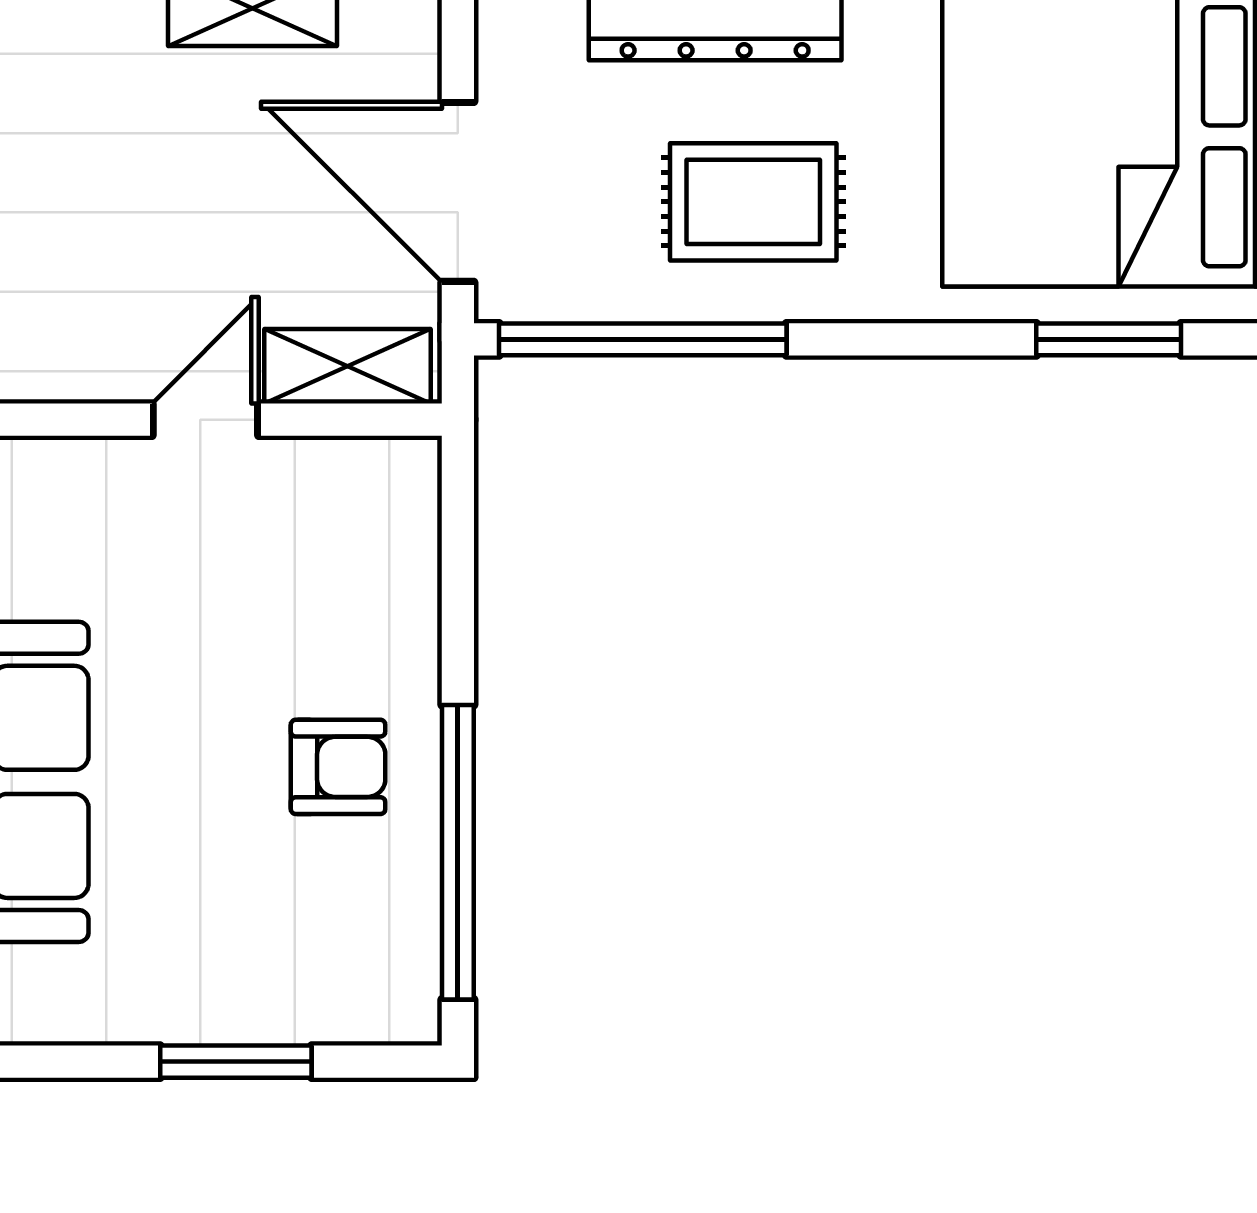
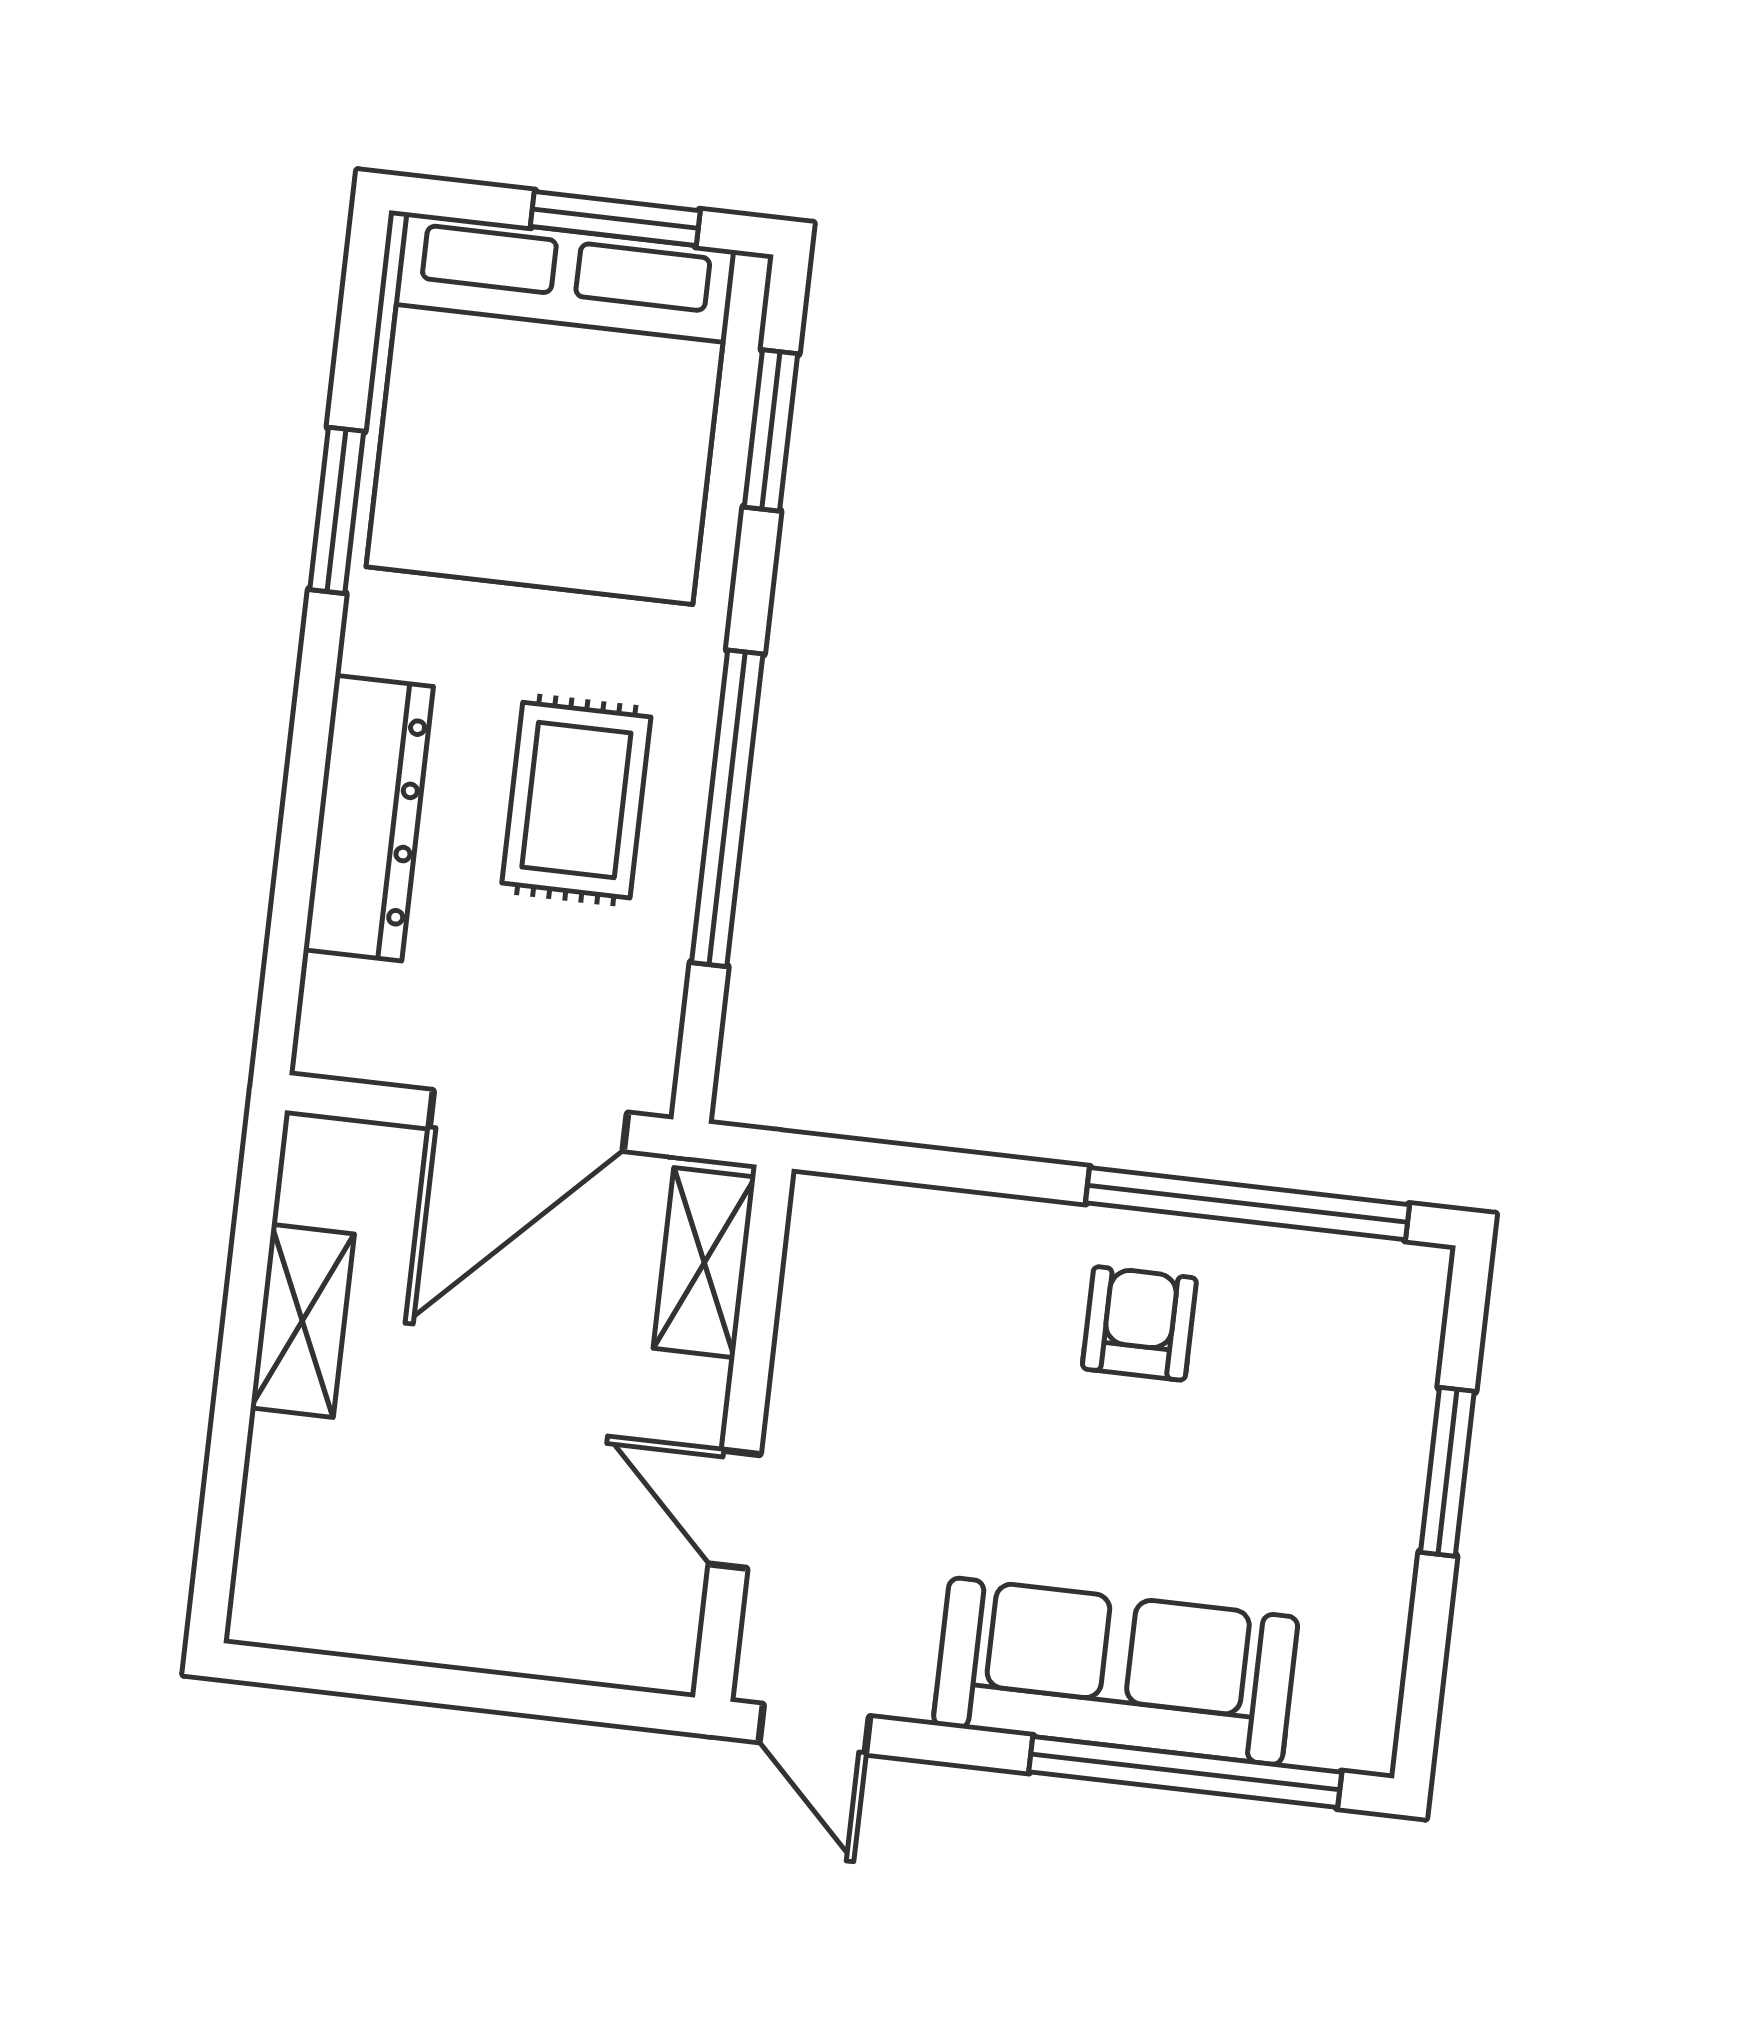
window: (643, 339) -> (727, 808), moved
door: (205, 420) -> (735, 1509), moved

